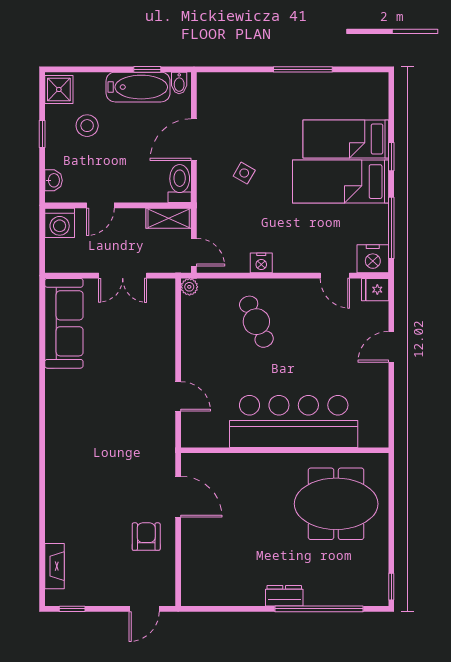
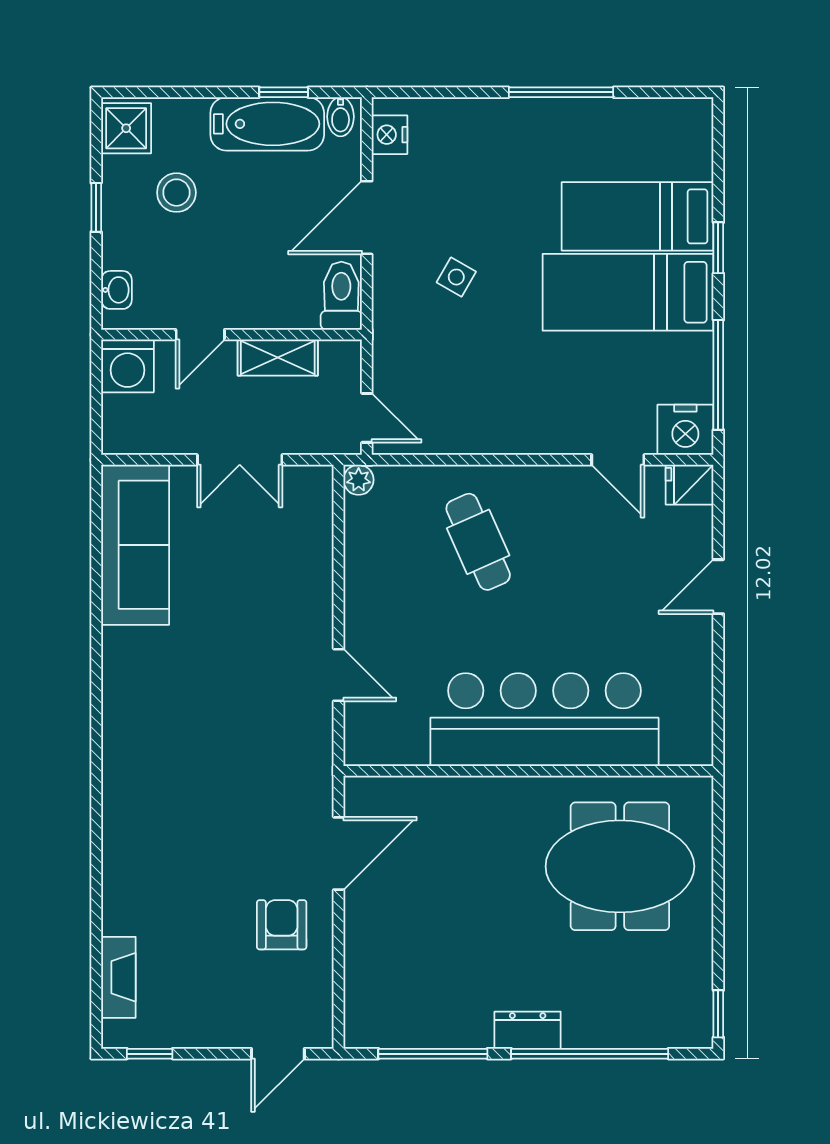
shelving: (169, 218) -> (278, 358), moved
nightstand: (261, 263) -> (390, 135), moved, turned 90
door: (178, 497) -> (339, 853), hinge flipped
window: (231, 609) -> (433, 1054), added

